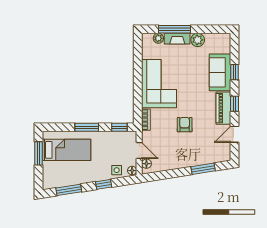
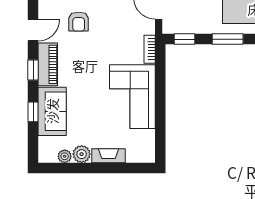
window: (174, 29) -> (112, 168), removed
plant: (158, 38) -> (65, 156), moved
armchair: (185, 125) -> (79, 22), moved

